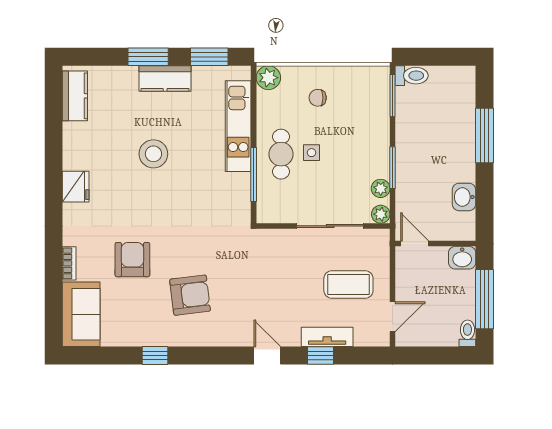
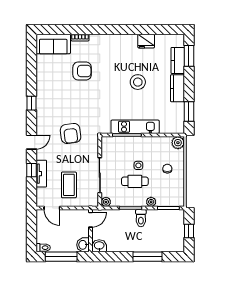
window: (148, 57) -> (189, 56), moved
window: (436, 57) -> (189, 231), added
toilet: (412, 76) -> (141, 218), moved
kitchen counter: (75, 96) -> (178, 60), moved, turned 90
kitchen unit: (238, 126) -> (135, 127), moved
cafe table: (281, 154) -> (135, 181), moved
fridge: (76, 187) -> (146, 41), moved
plant: (381, 188) -> (151, 202), moved
washbasin: (464, 197) -> (99, 246), moved
armchair: (190, 295) -> (71, 134), moved
window: (155, 356) -> (31, 103), moved

